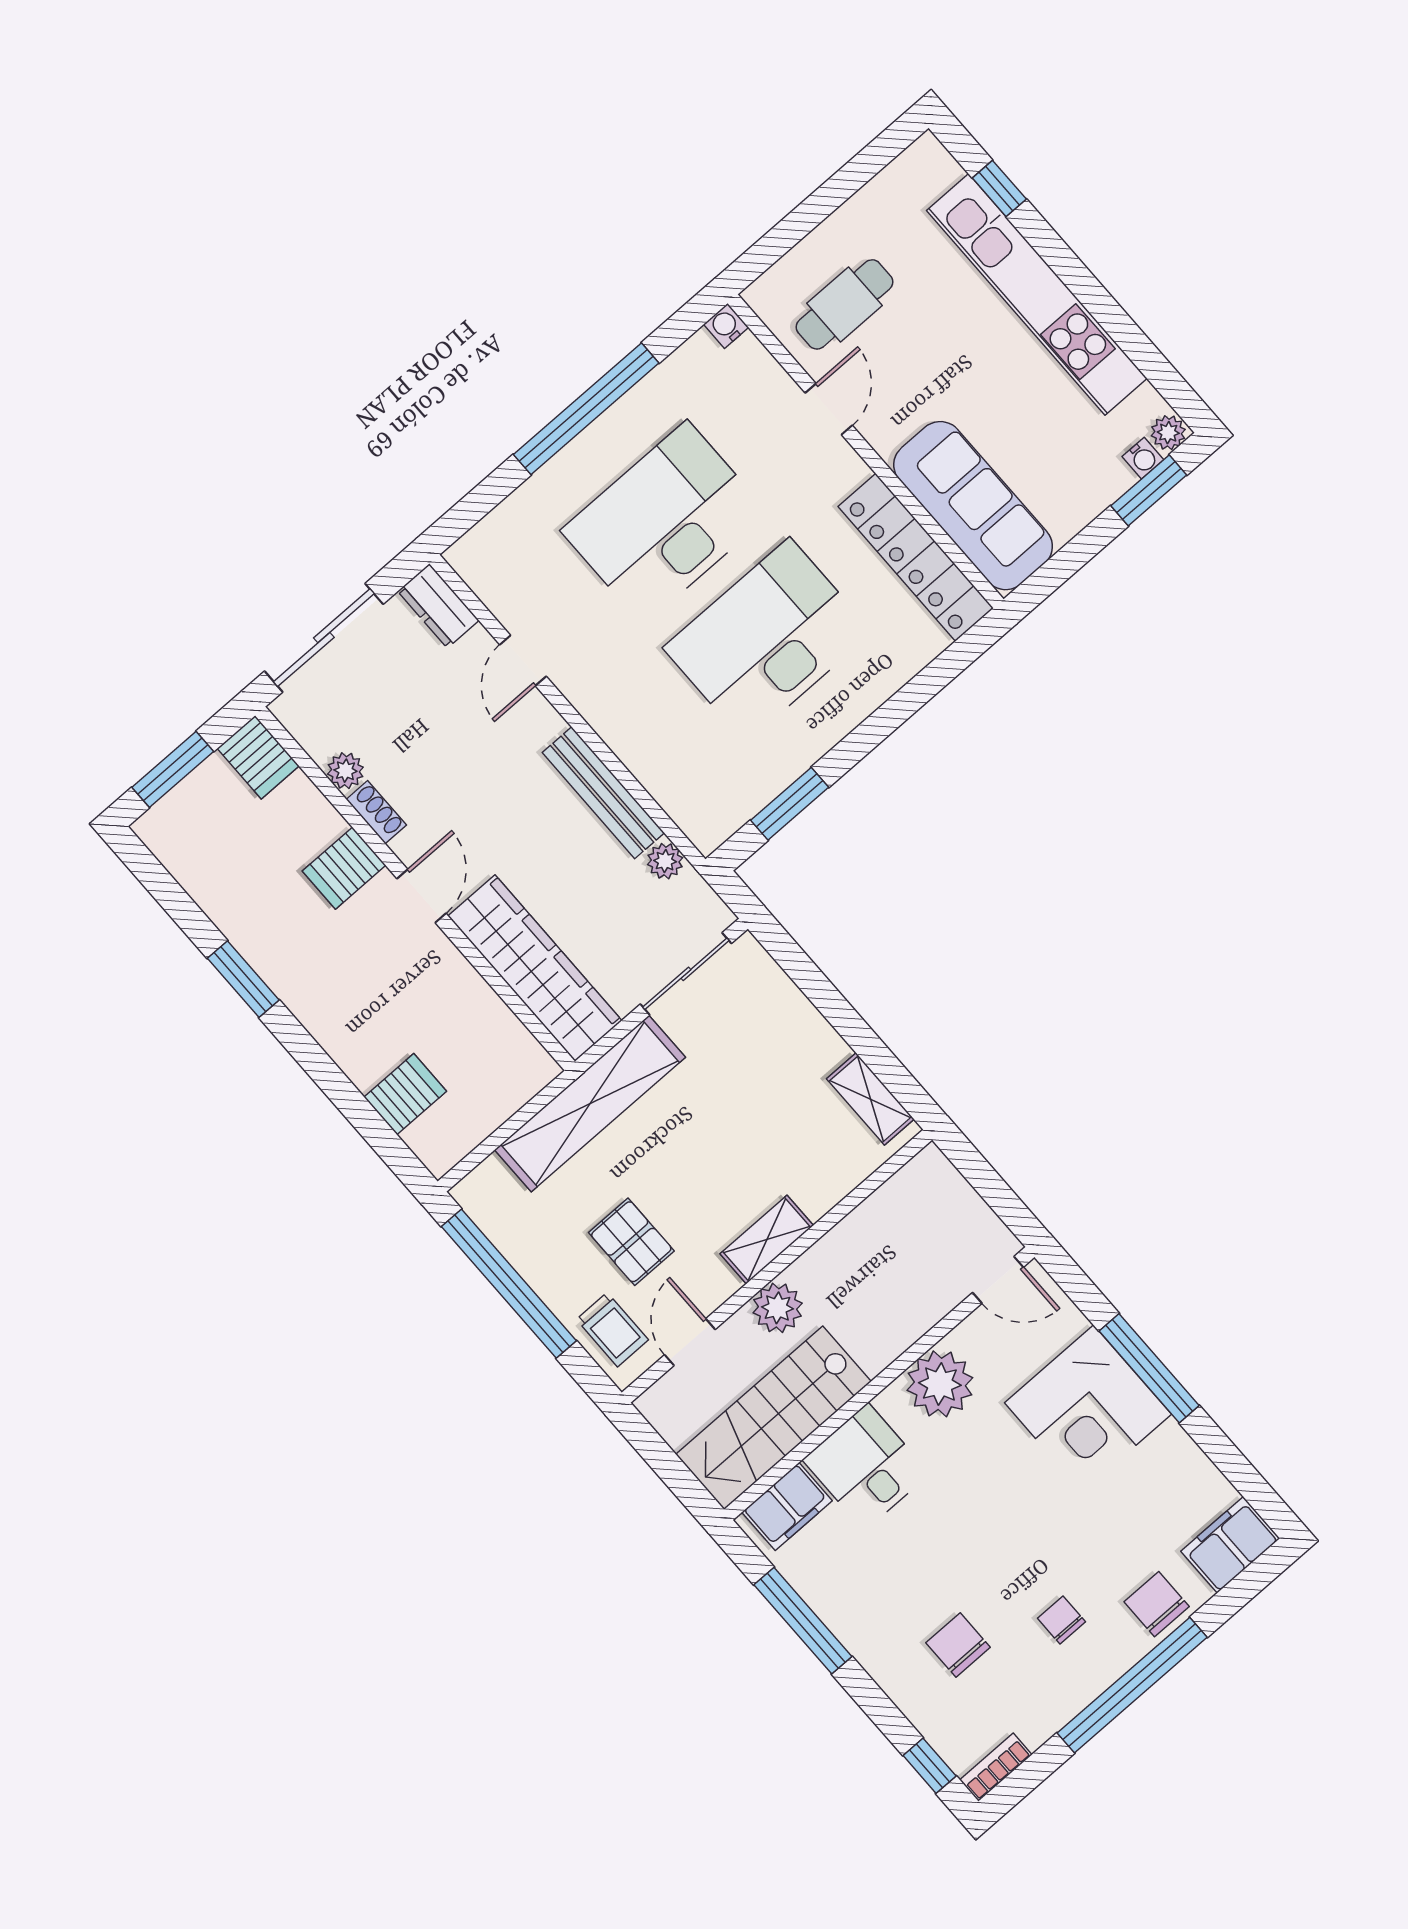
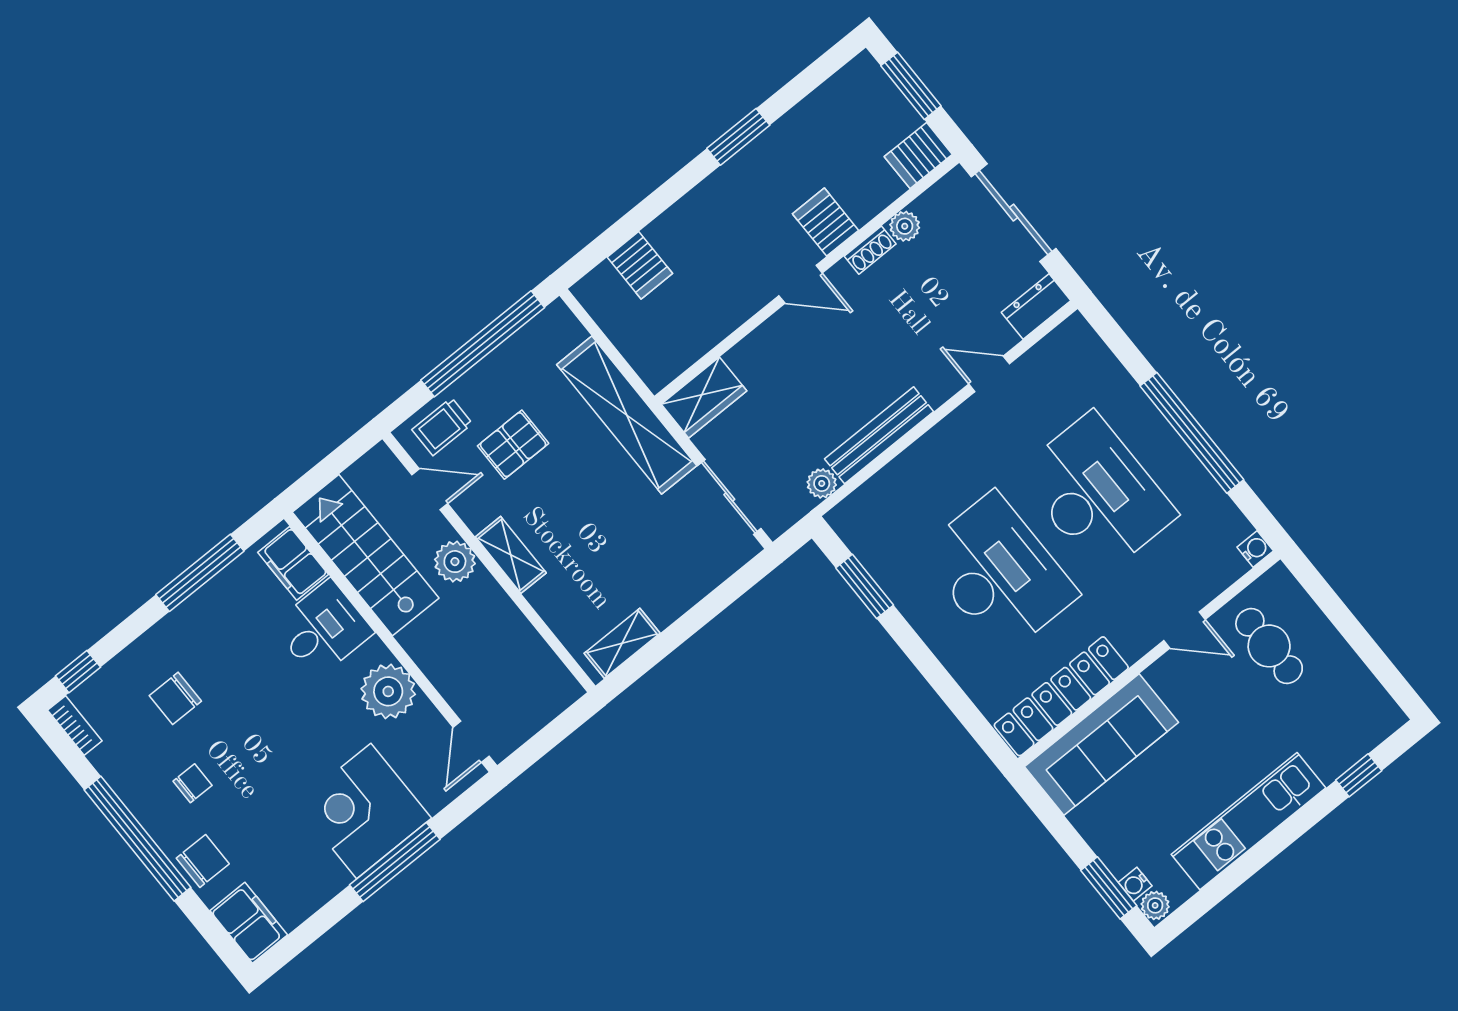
kitchen unit: (1037, 294) -> (1248, 821), width x0.73
wardrobe: (535, 968) -> (704, 398), width x0.48, depth x0.85
chair: (958, 1645) -> (175, 698), turned 180

